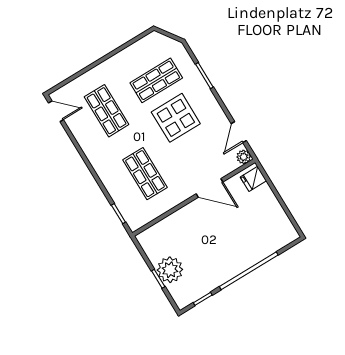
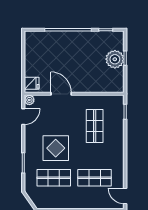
shop shelf: (107, 111) -> (95, 178), turned 90

